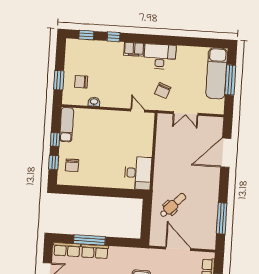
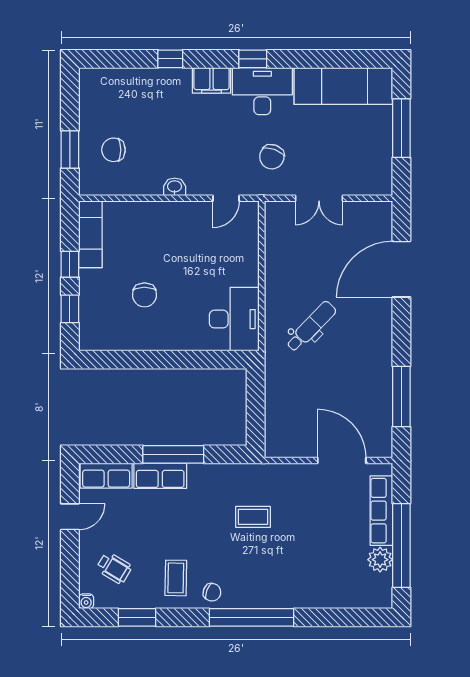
window: (86, 35) -> (253, 59), moved
exam couch: (217, 73) -> (343, 86), moved, turned -90
washbasin: (94, 102) -> (175, 187), moved
door: (138, 110) -> (226, 198), swing flipped
chair: (72, 165) -> (144, 295), moved
dental chair: (173, 205) -> (311, 326), moved
window: (89, 240) -> (173, 454), moved
door: (178, 249) -> (342, 461), moved

